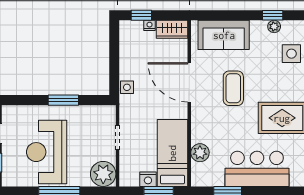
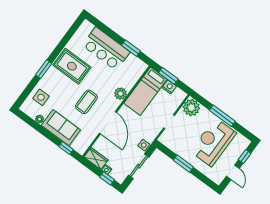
window: (273, 15) -> (66, 148), moved
sofa: (224, 35) -> (61, 128), moved
sliding door: (114, 58) -> (139, 166), added
reception desk: (47, 152) -> (213, 142), turned 180
plant: (200, 153) -> (121, 94), moved

